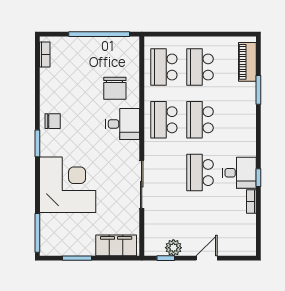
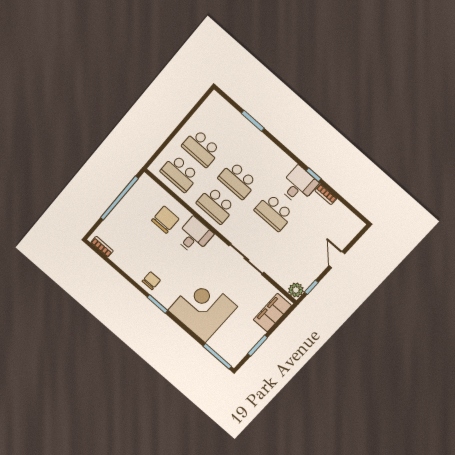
piano: (247, 62) -> (226, 111), removed
chair: (115, 88) -> (165, 220), turned -90
plant: (173, 248) -> (296, 290), moved

